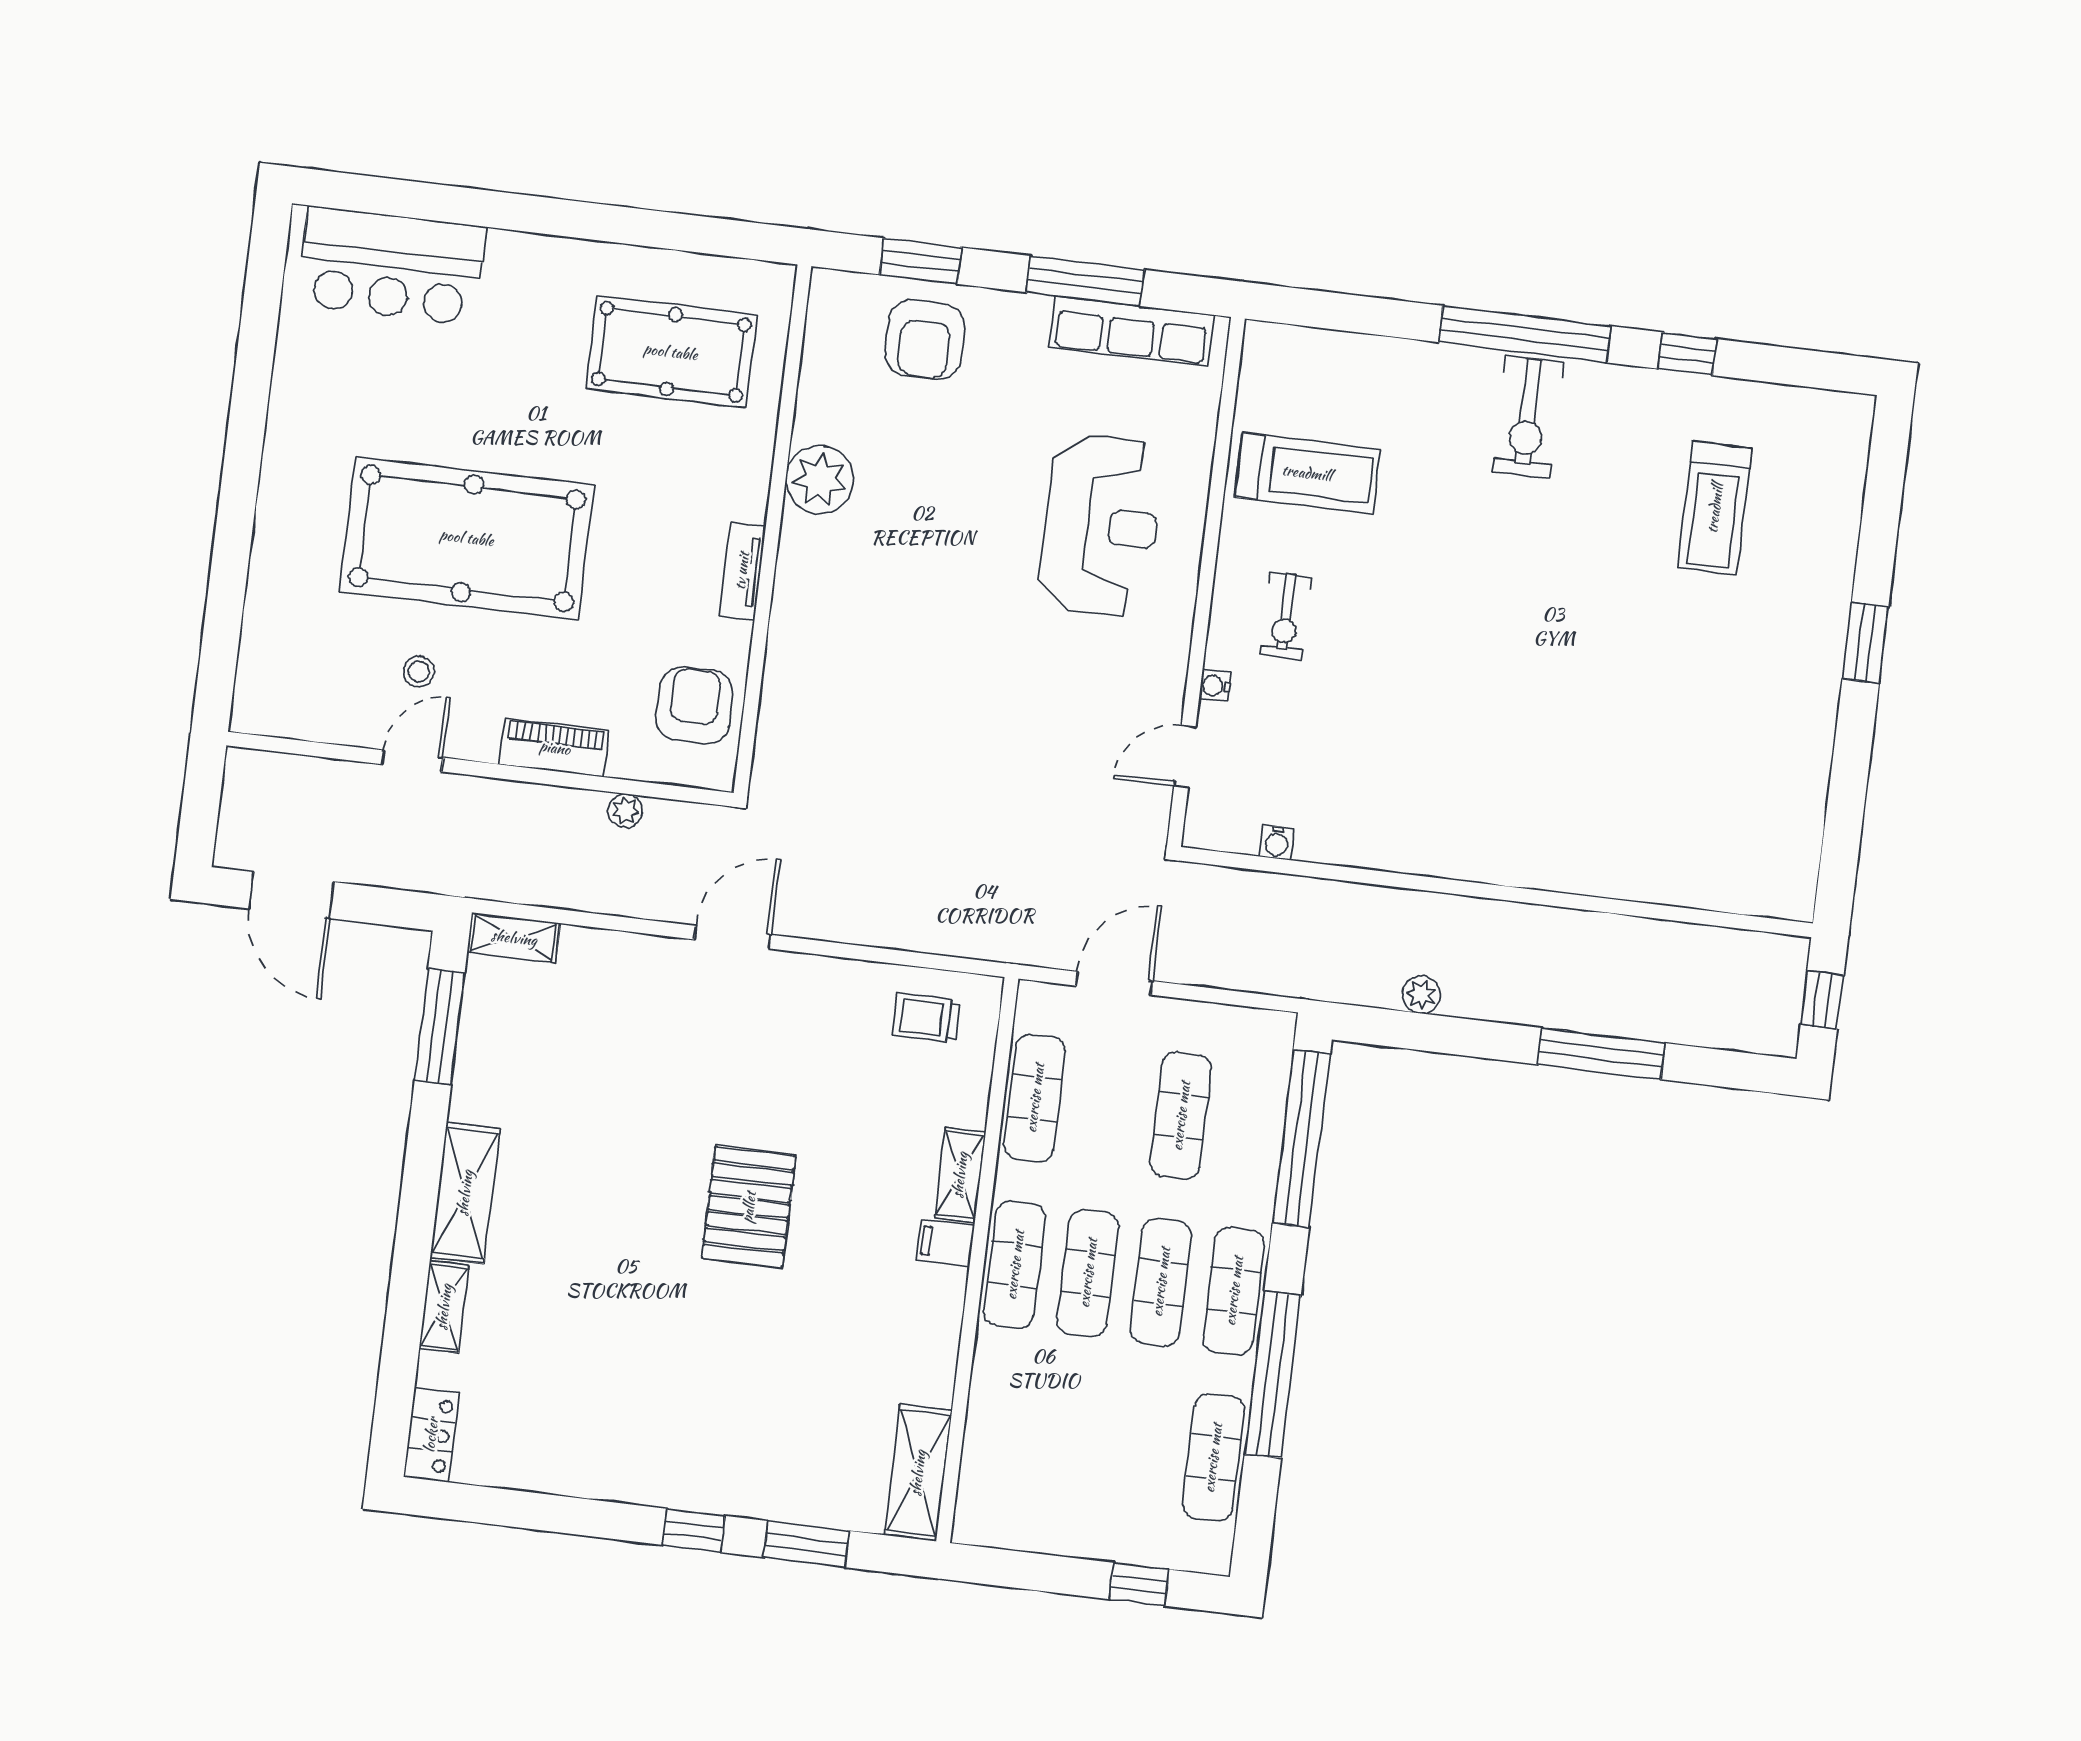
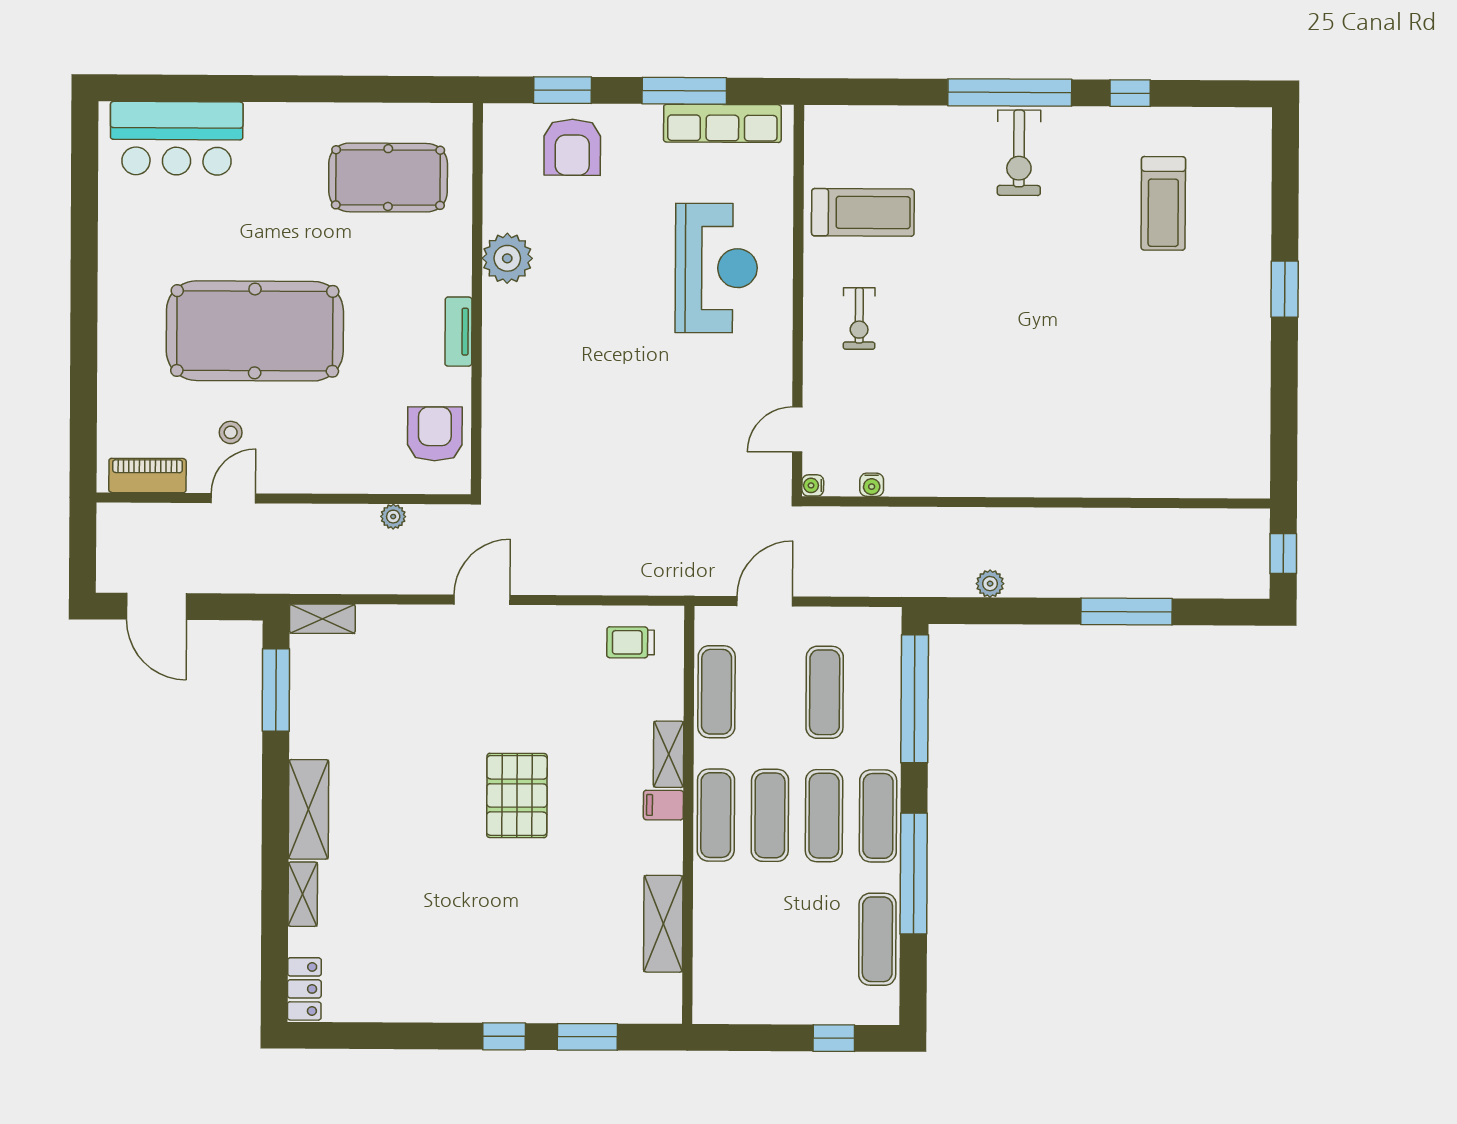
water cooler: (1215, 686) -> (813, 485), moved
piano: (555, 748) -> (147, 476), moved
shelving: (918, 1473) -> (663, 924), moved

